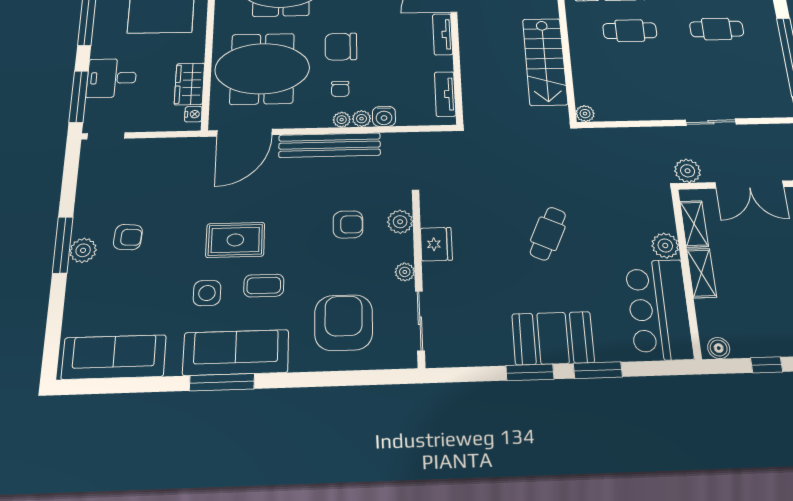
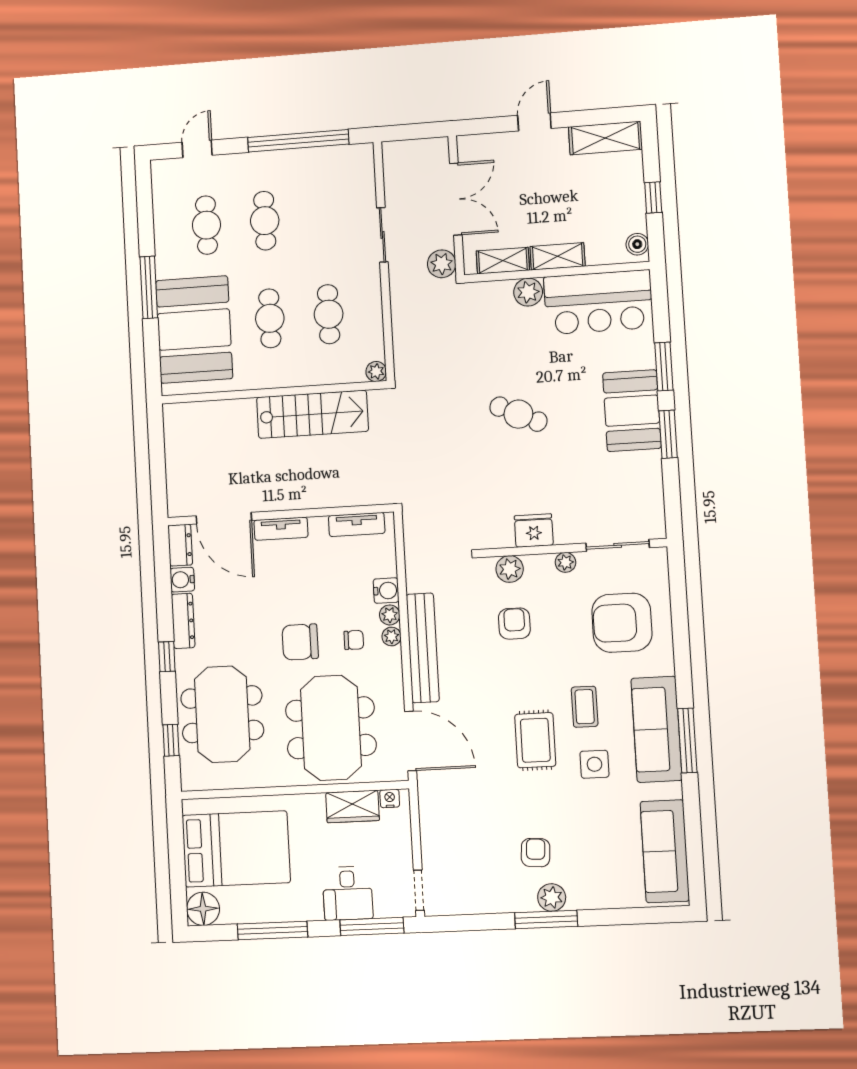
chair: (341, 47) -> (300, 642), turned 90
cafe table: (636, 77) -> (329, 314), added

